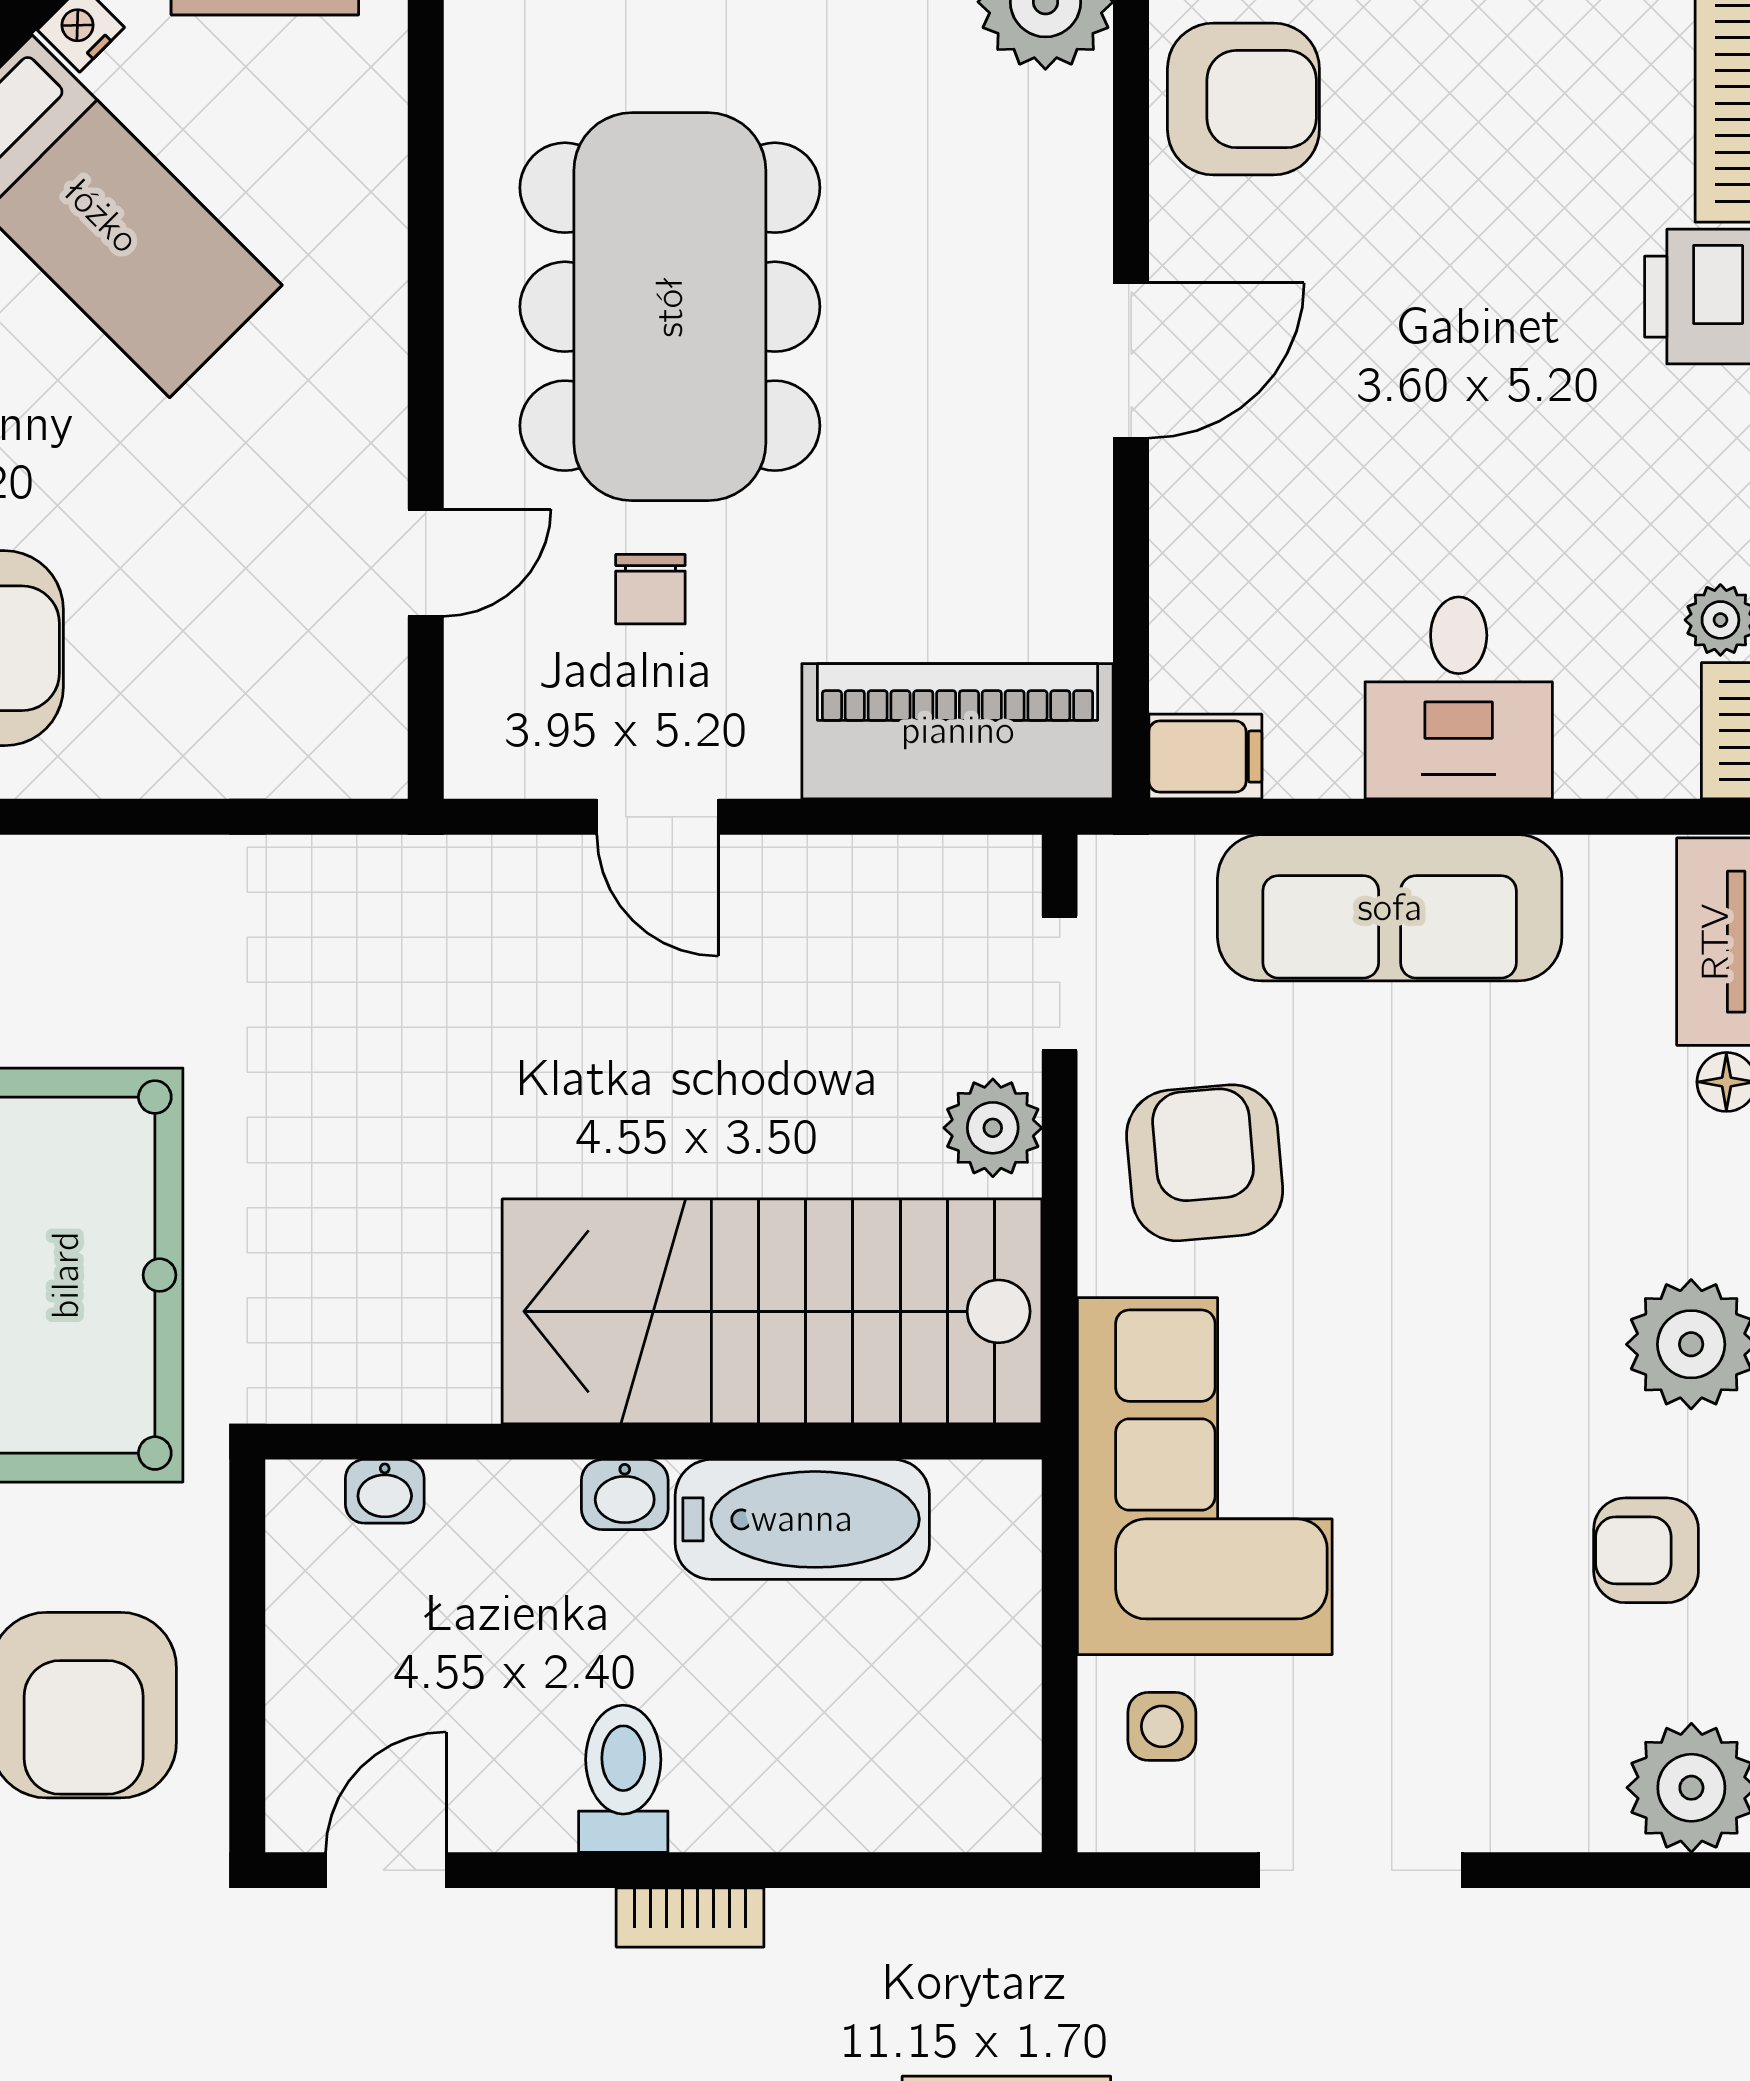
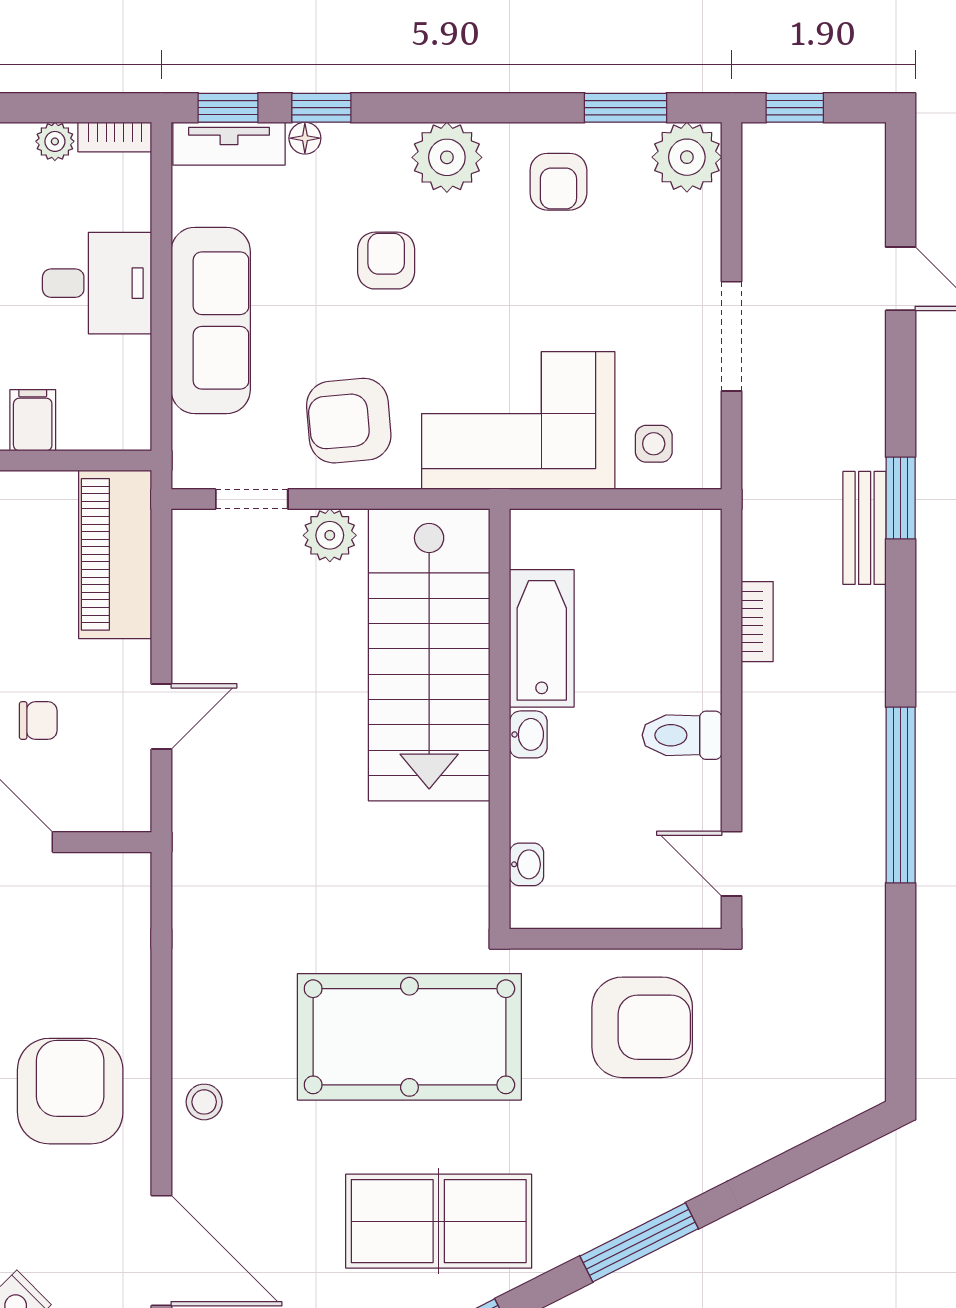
filing cabinet: (1205, 757) -> (33, 420), moved
armchair: (1500, 1232) -> (386, 261), added
bookcase: (690, 1918) -> (757, 622), moved

